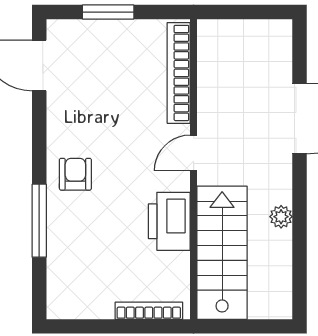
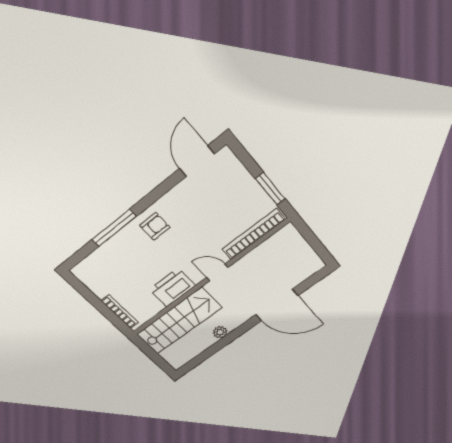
window: (108, 12) -> (270, 189), moved

